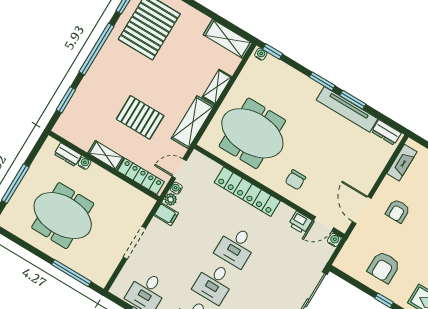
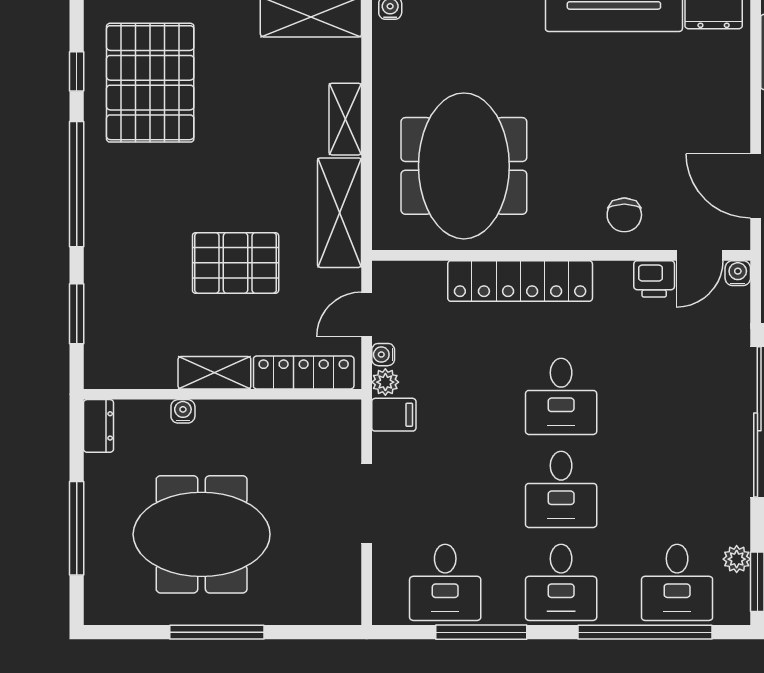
meeting table: (252, 133) -> (464, 166), turned 90
dresser: (68, 155) -> (98, 426), moved, turned -90
chair: (295, 180) -> (624, 215), moved
window: (71, 273) -> (217, 632), moved

